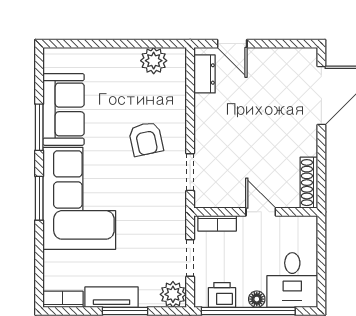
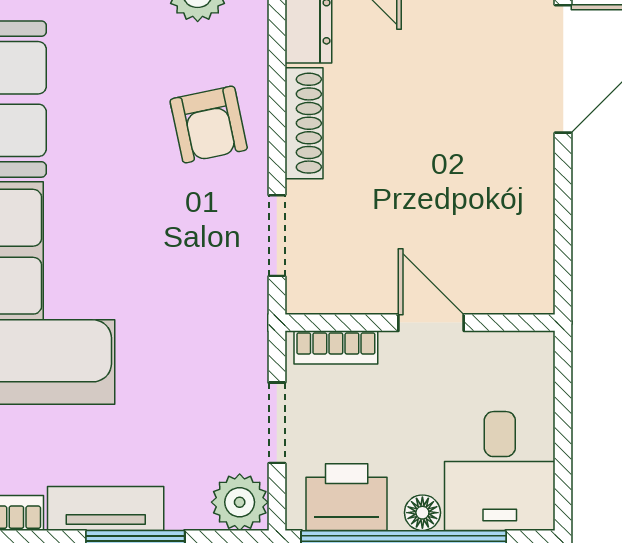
armchair: (146, 139) -> (209, 124), moved
shoe rack: (309, 183) -> (304, 123), moved, turned 180
printer: (222, 295) -> (347, 497), width x1.36, depth x1.24

